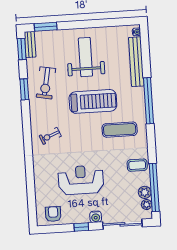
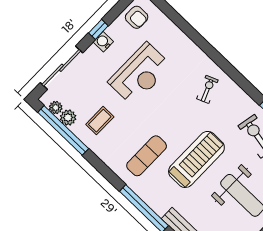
treadmill: (93, 101) -> (196, 159), turned 180
coffee table: (137, 165) -> (100, 121), moved
water cooler: (96, 217) -> (103, 42), moved

